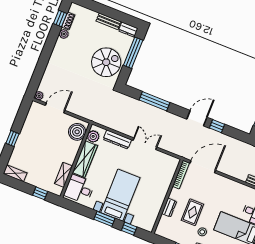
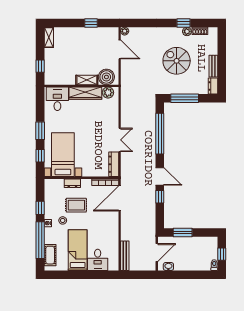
window: (60, 19) -> (183, 23), moved
window: (133, 53) -> (185, 98), moved
spiral stairs: (106, 62) -> (177, 61), moved, turned 180
window: (154, 101) -> (160, 134), width x1.46
window: (12, 139) -> (91, 23), moved
dresser: (117, 140) -> (114, 164), moved
door: (203, 167) -> (120, 198), swing flipped
shelving: (63, 175) -> (87, 80), moved
bed with nightstands: (120, 195) -> (63, 155), moved, turned -90

